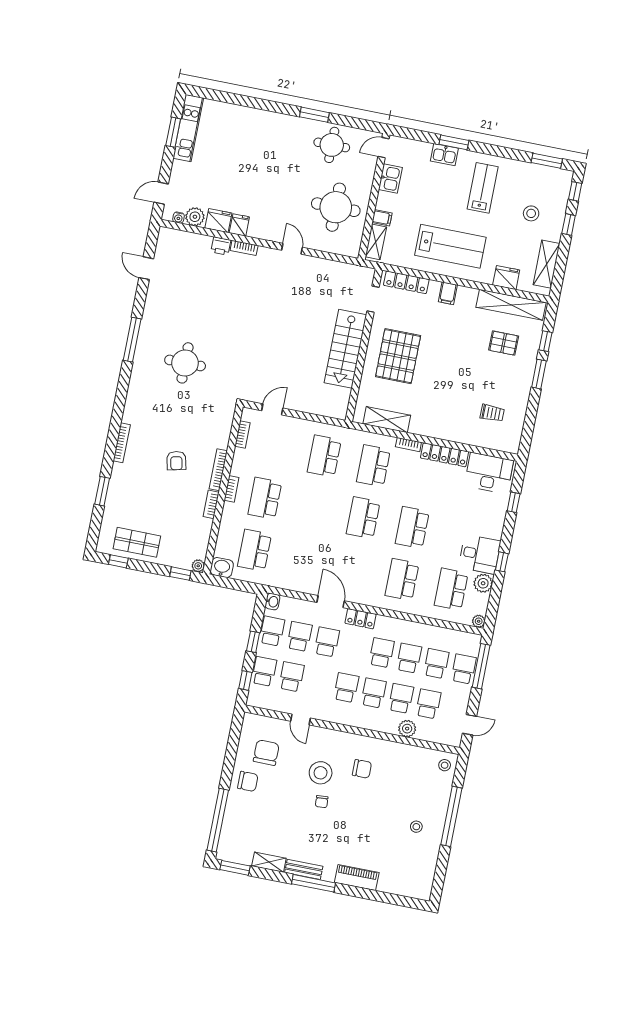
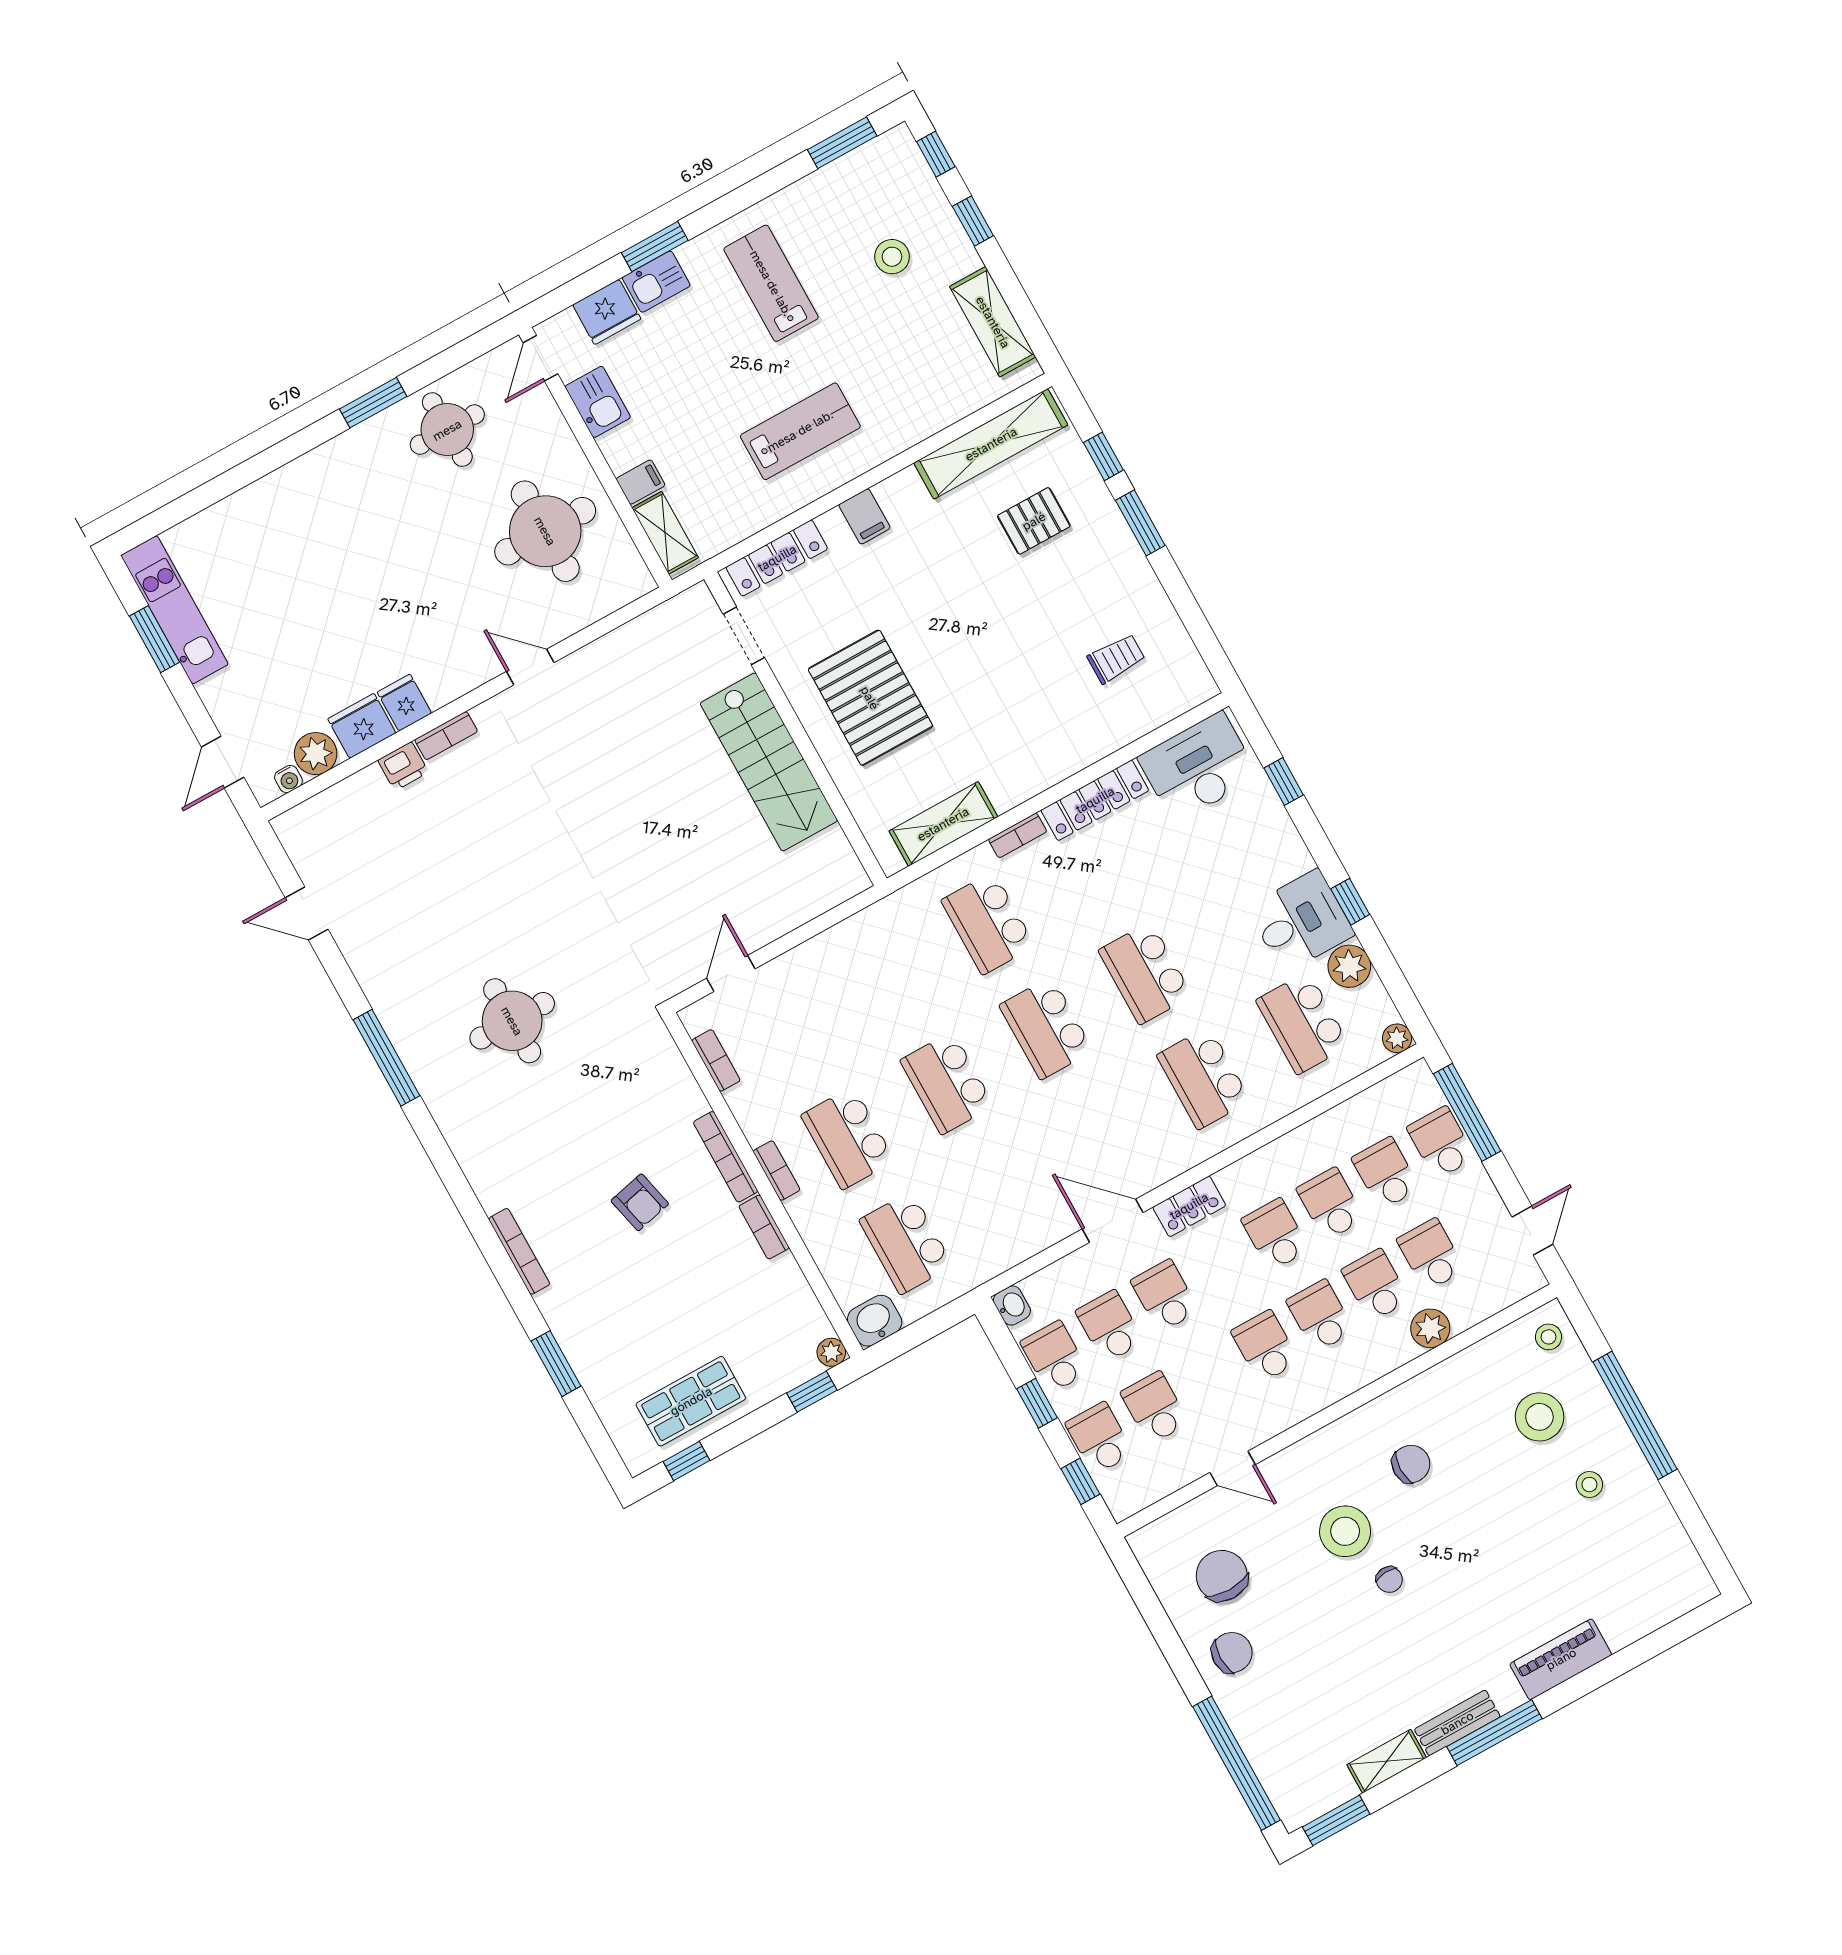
lab bench: (450, 246) -> (800, 431), width x0.73, depth x0.72
fridge: (506, 278) -> (607, 312), moved, turned 180
school desk: (324, 456) -> (947, 1083), moved
stool: (419, 790) -> (1540, 1417), added

